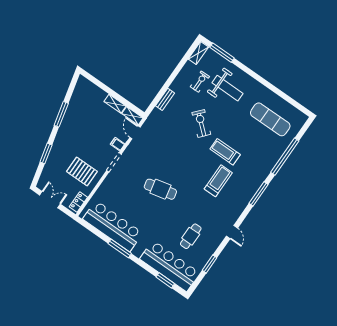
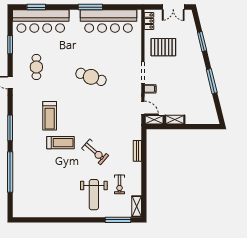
weight bench: (227, 88) -> (94, 195), turned -90
exercise mat: (270, 119) -> (42, 194), removed
cafe table: (160, 189) -> (91, 77), turned 32
cafe table: (191, 236) -> (36, 67), moved

